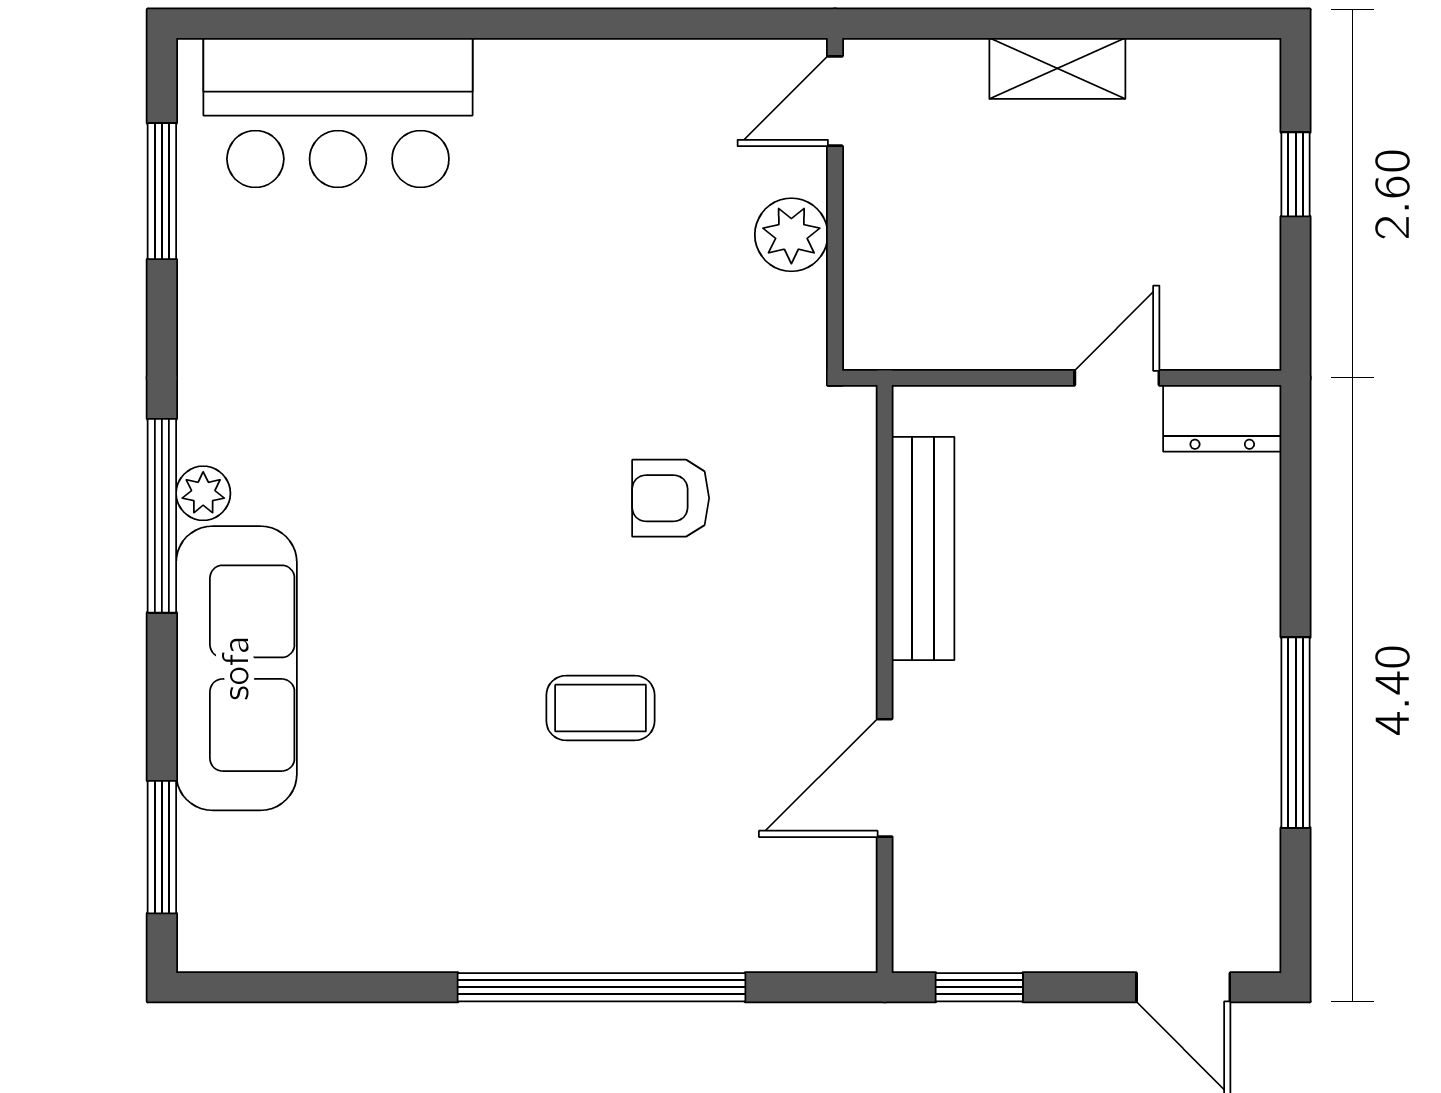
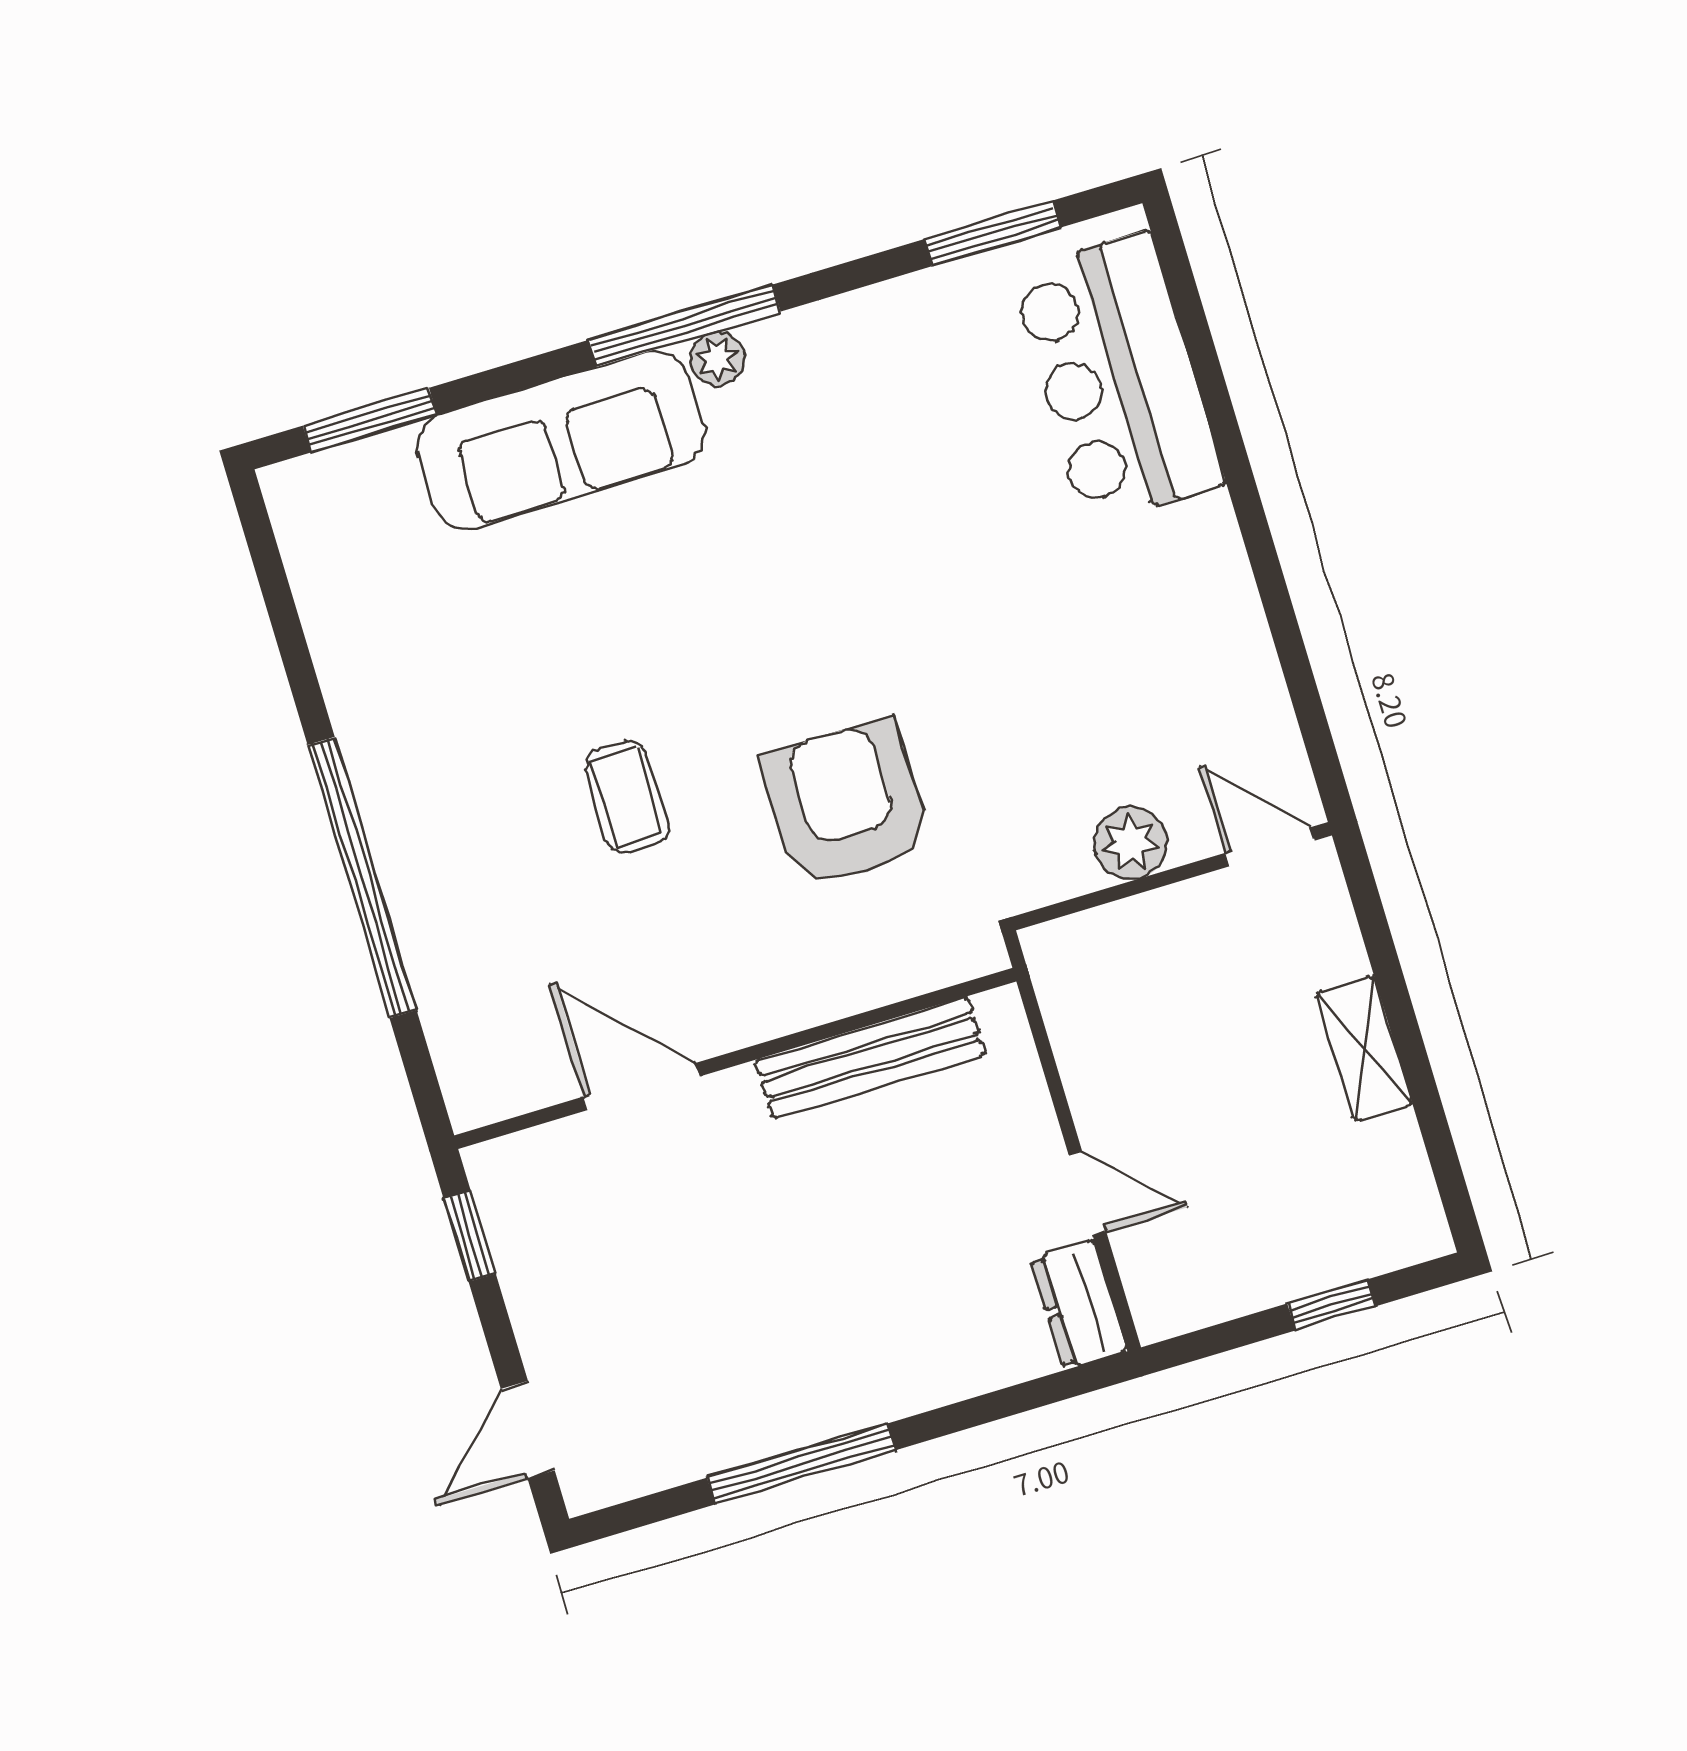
armchair: (671, 498) -> (846, 804), width x1.88, depth x1.88

